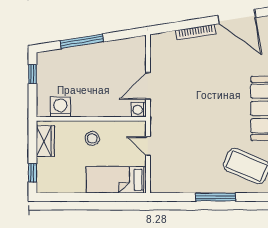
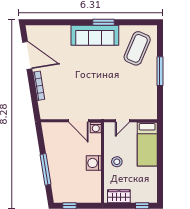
door: (237, 16) -> (27, 55), hinge flipped
washing machine: (60, 107) -> (94, 163), moved

